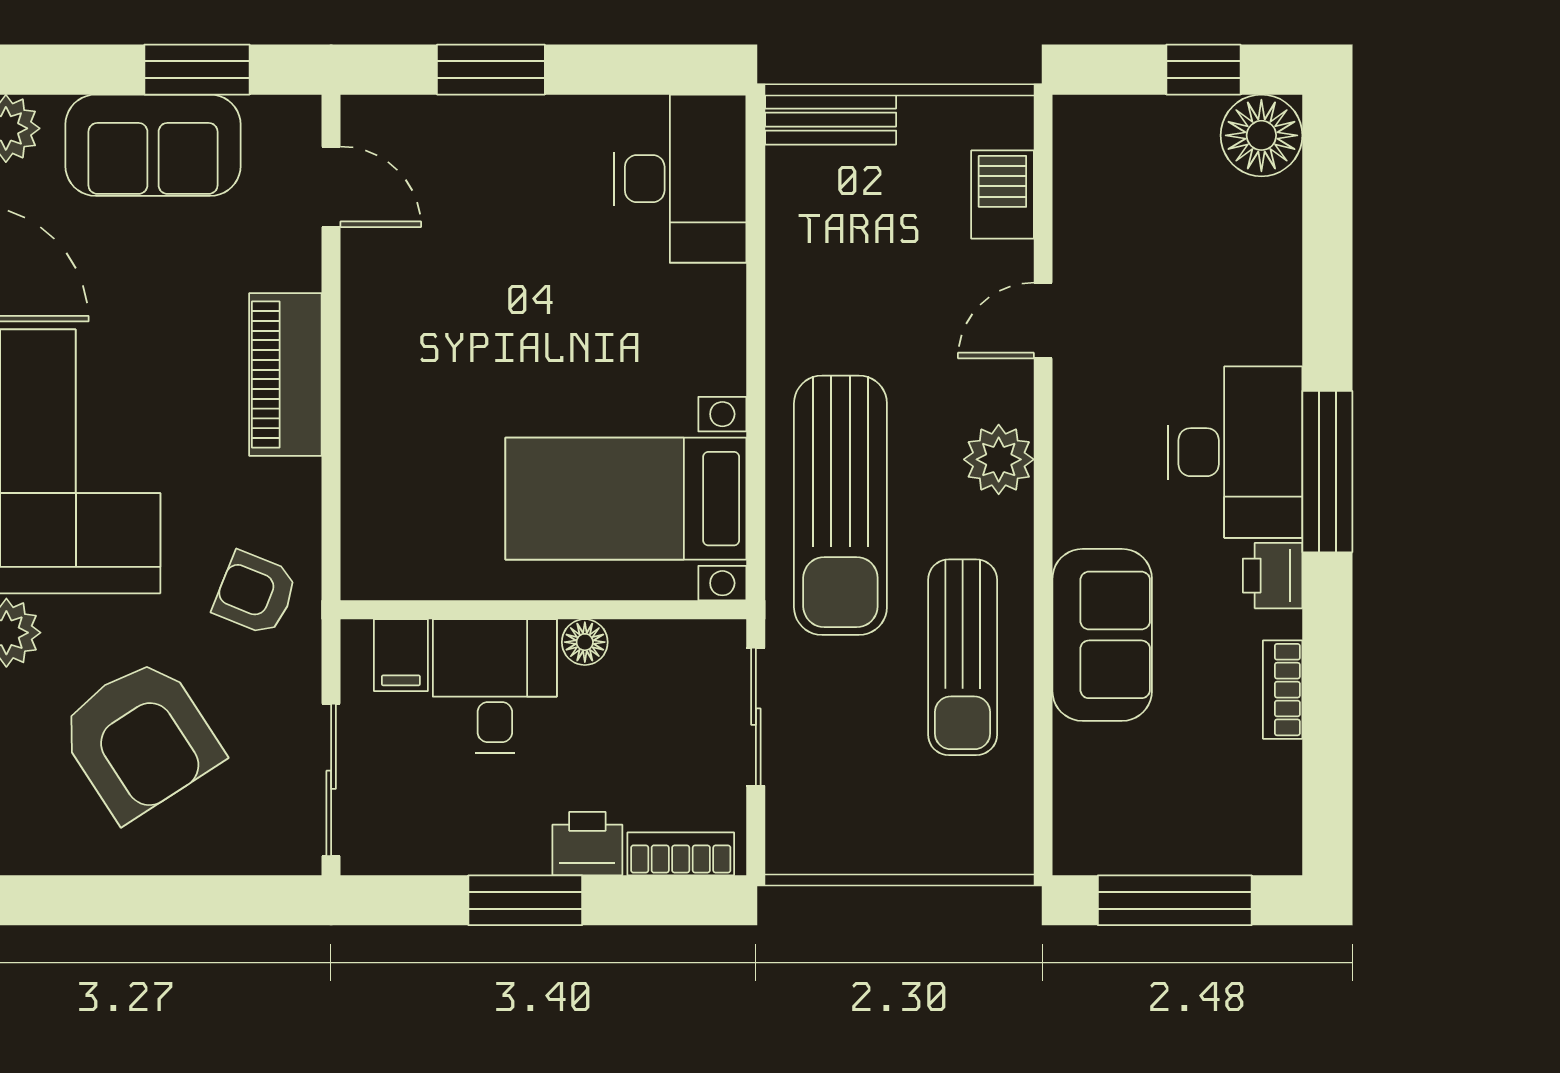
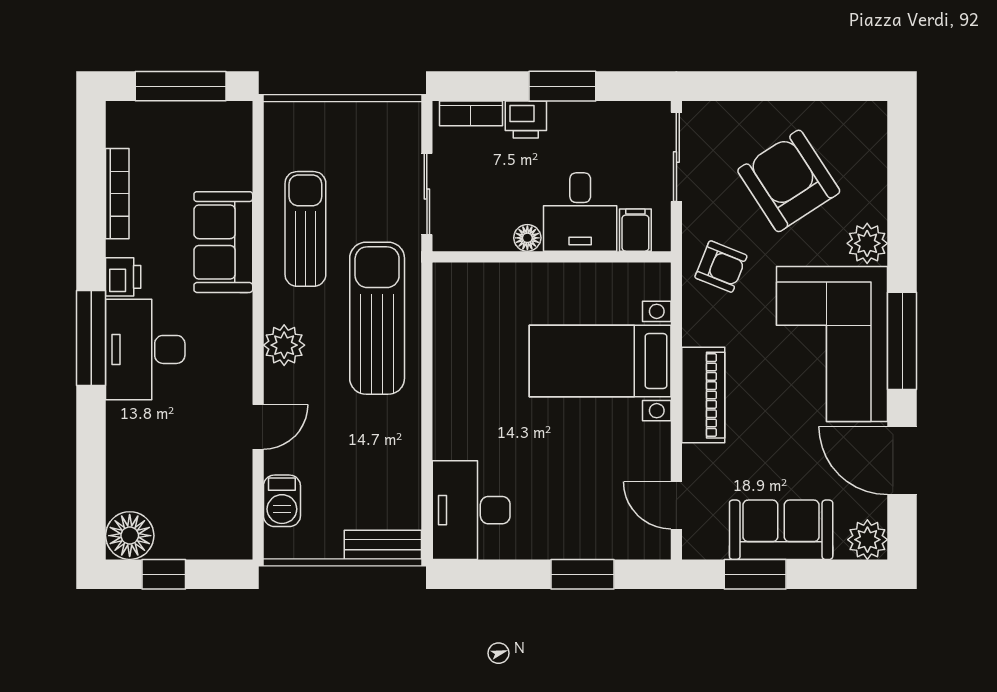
bed with nightstands: (626, 499) -> (600, 361), moved, turned 180
bookcase: (1283, 690) -> (117, 194), width x1.56

